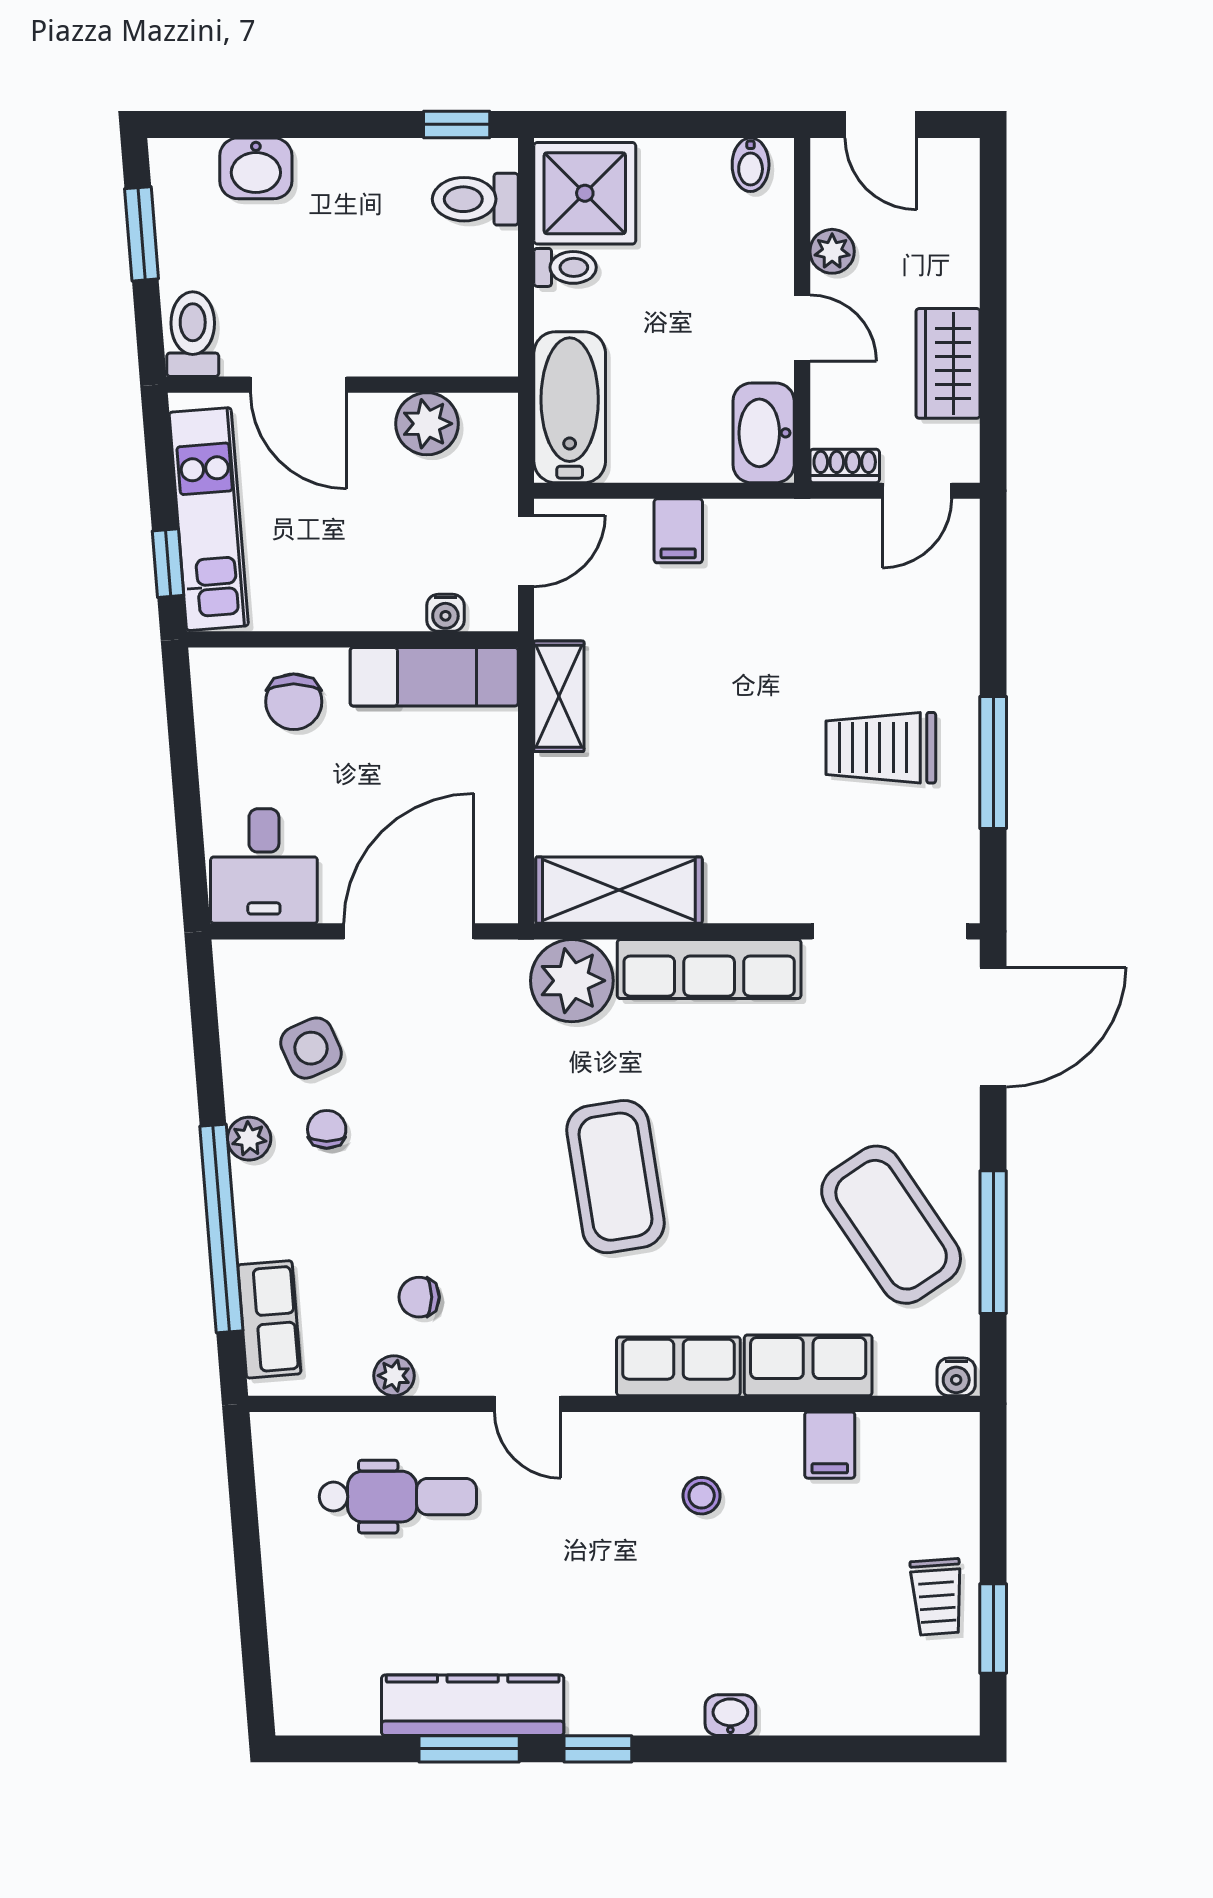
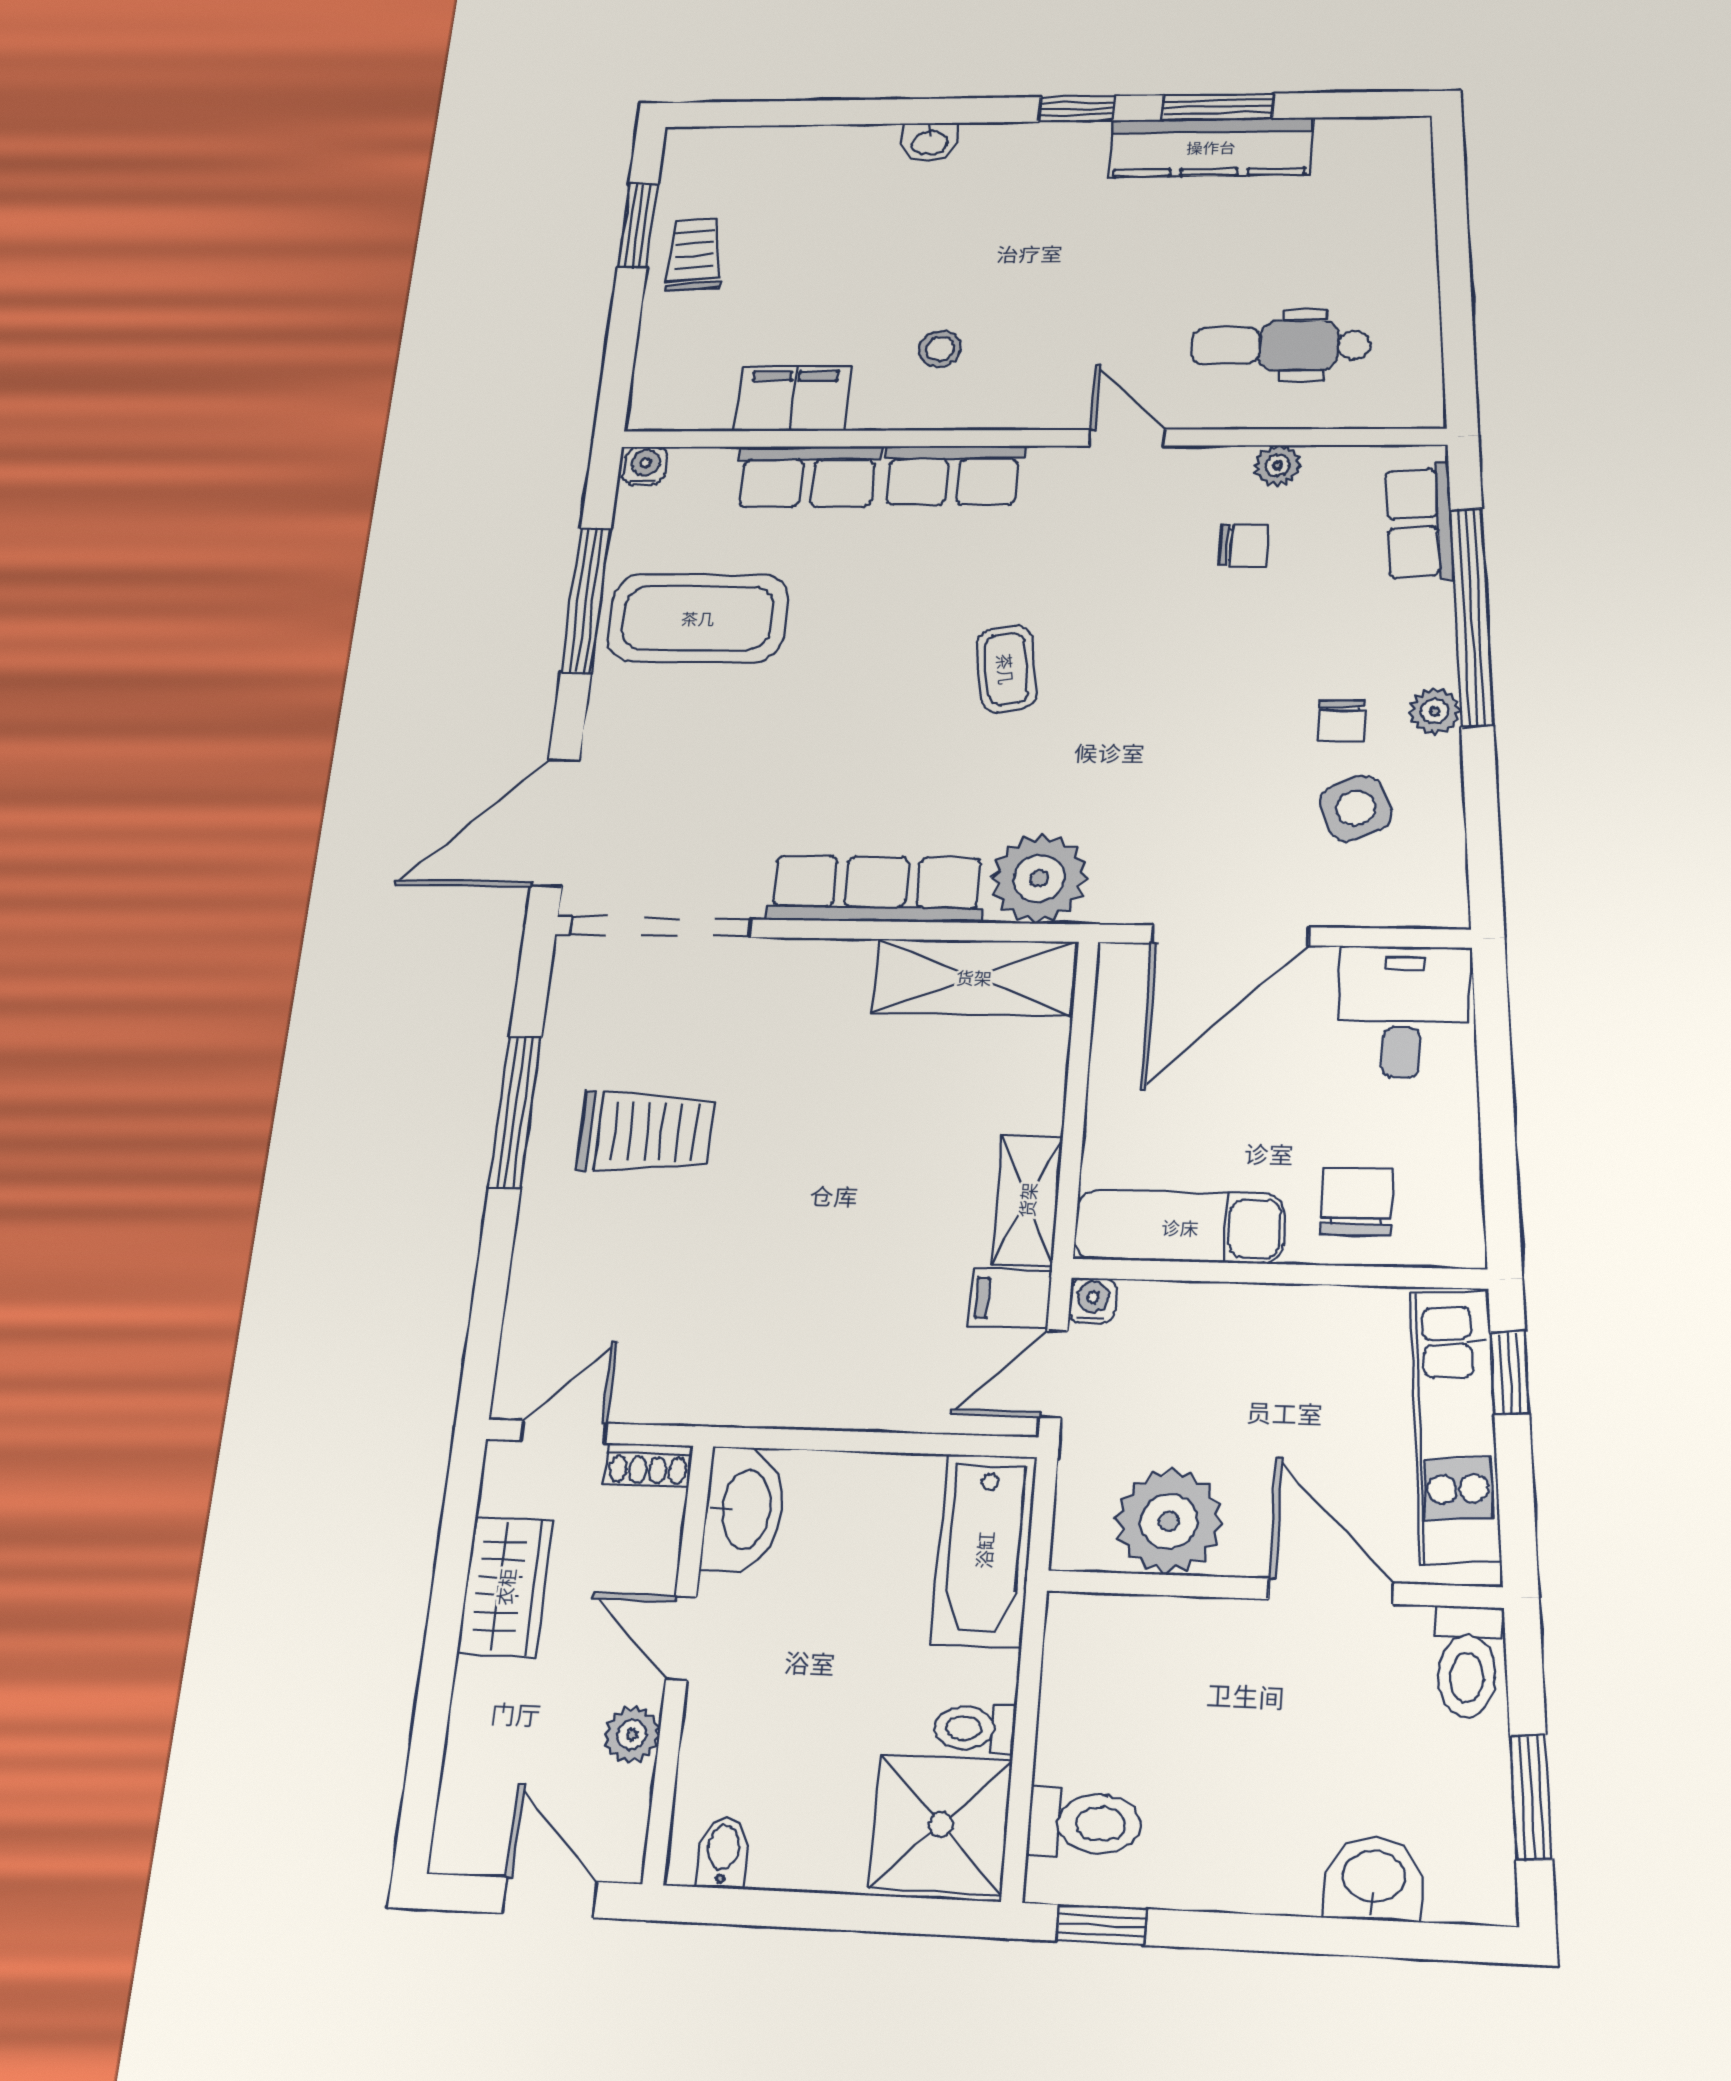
plant: (427, 424) -> (1169, 1521), width x1.36, depth x1.36
filing cabinet: (678, 531) -> (1010, 1299), moved, turned -90
water cooler: (445, 613) -> (1093, 1301), moved
coffee table: (616, 1177) -> (1006, 669), width x0.54, depth x0.58
coffee table: (891, 1225) -> (698, 618), turned -56
filing cabinet: (830, 1445) -> (793, 399), width x2.00

